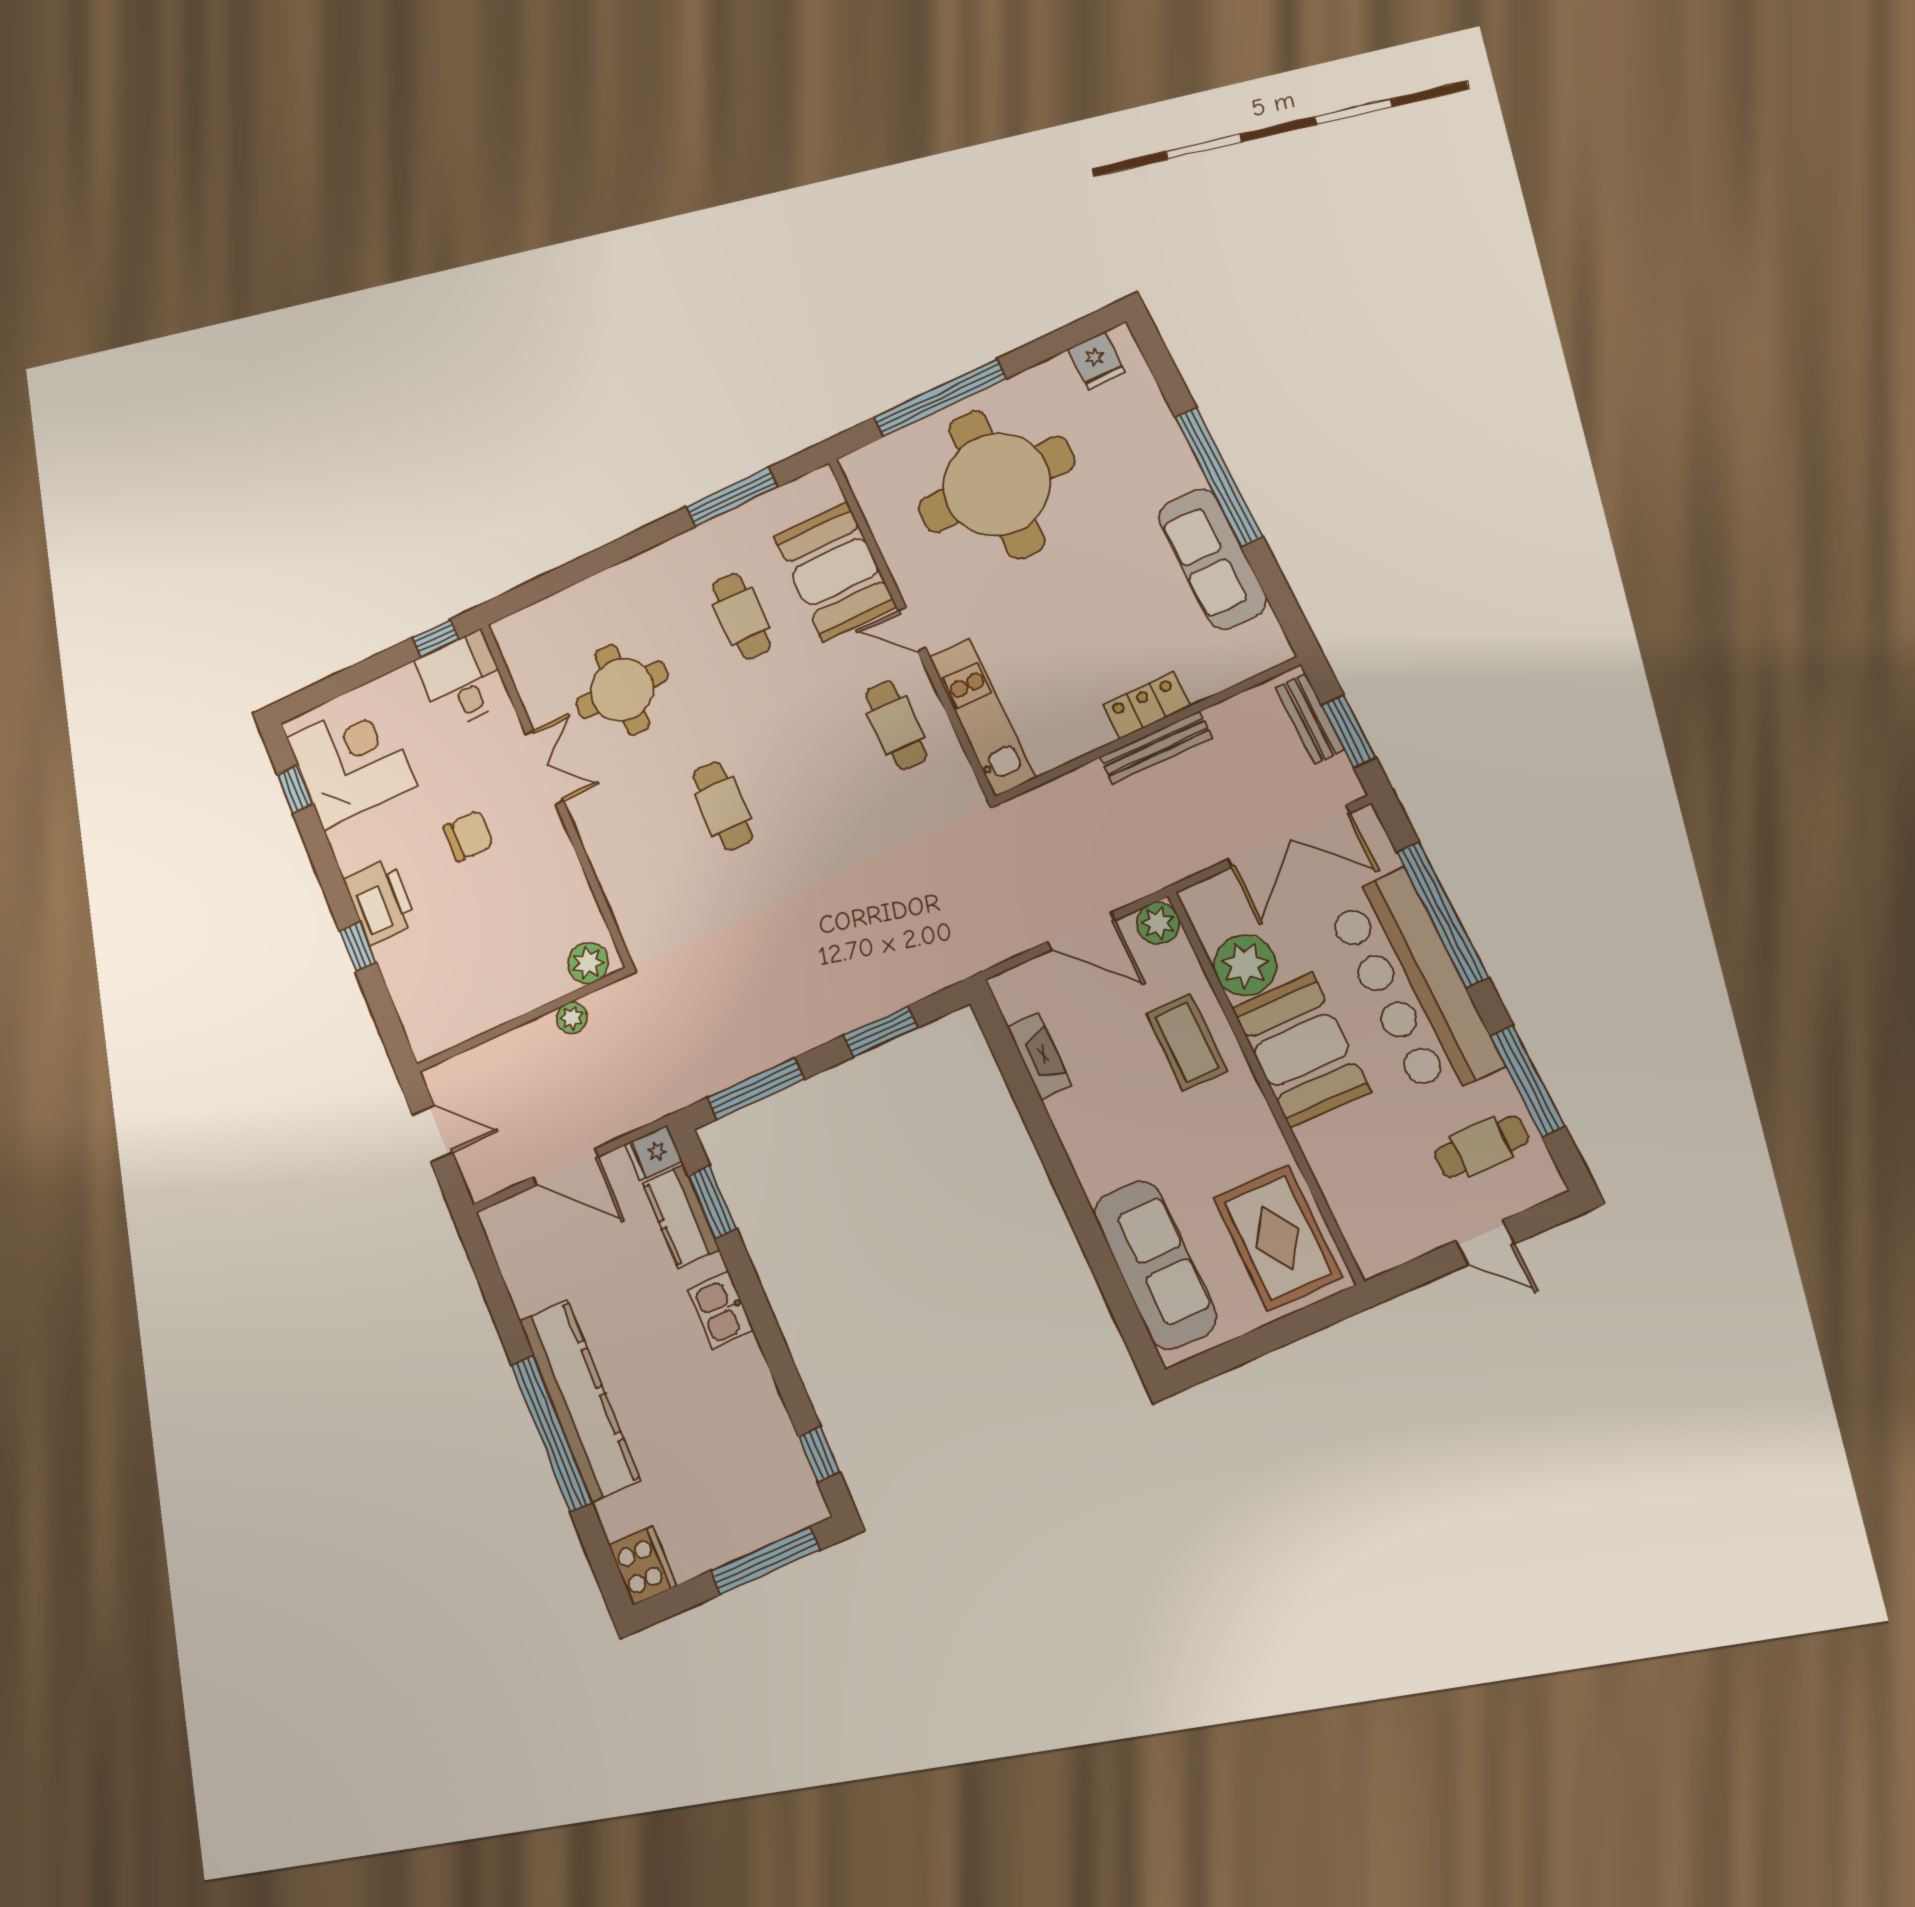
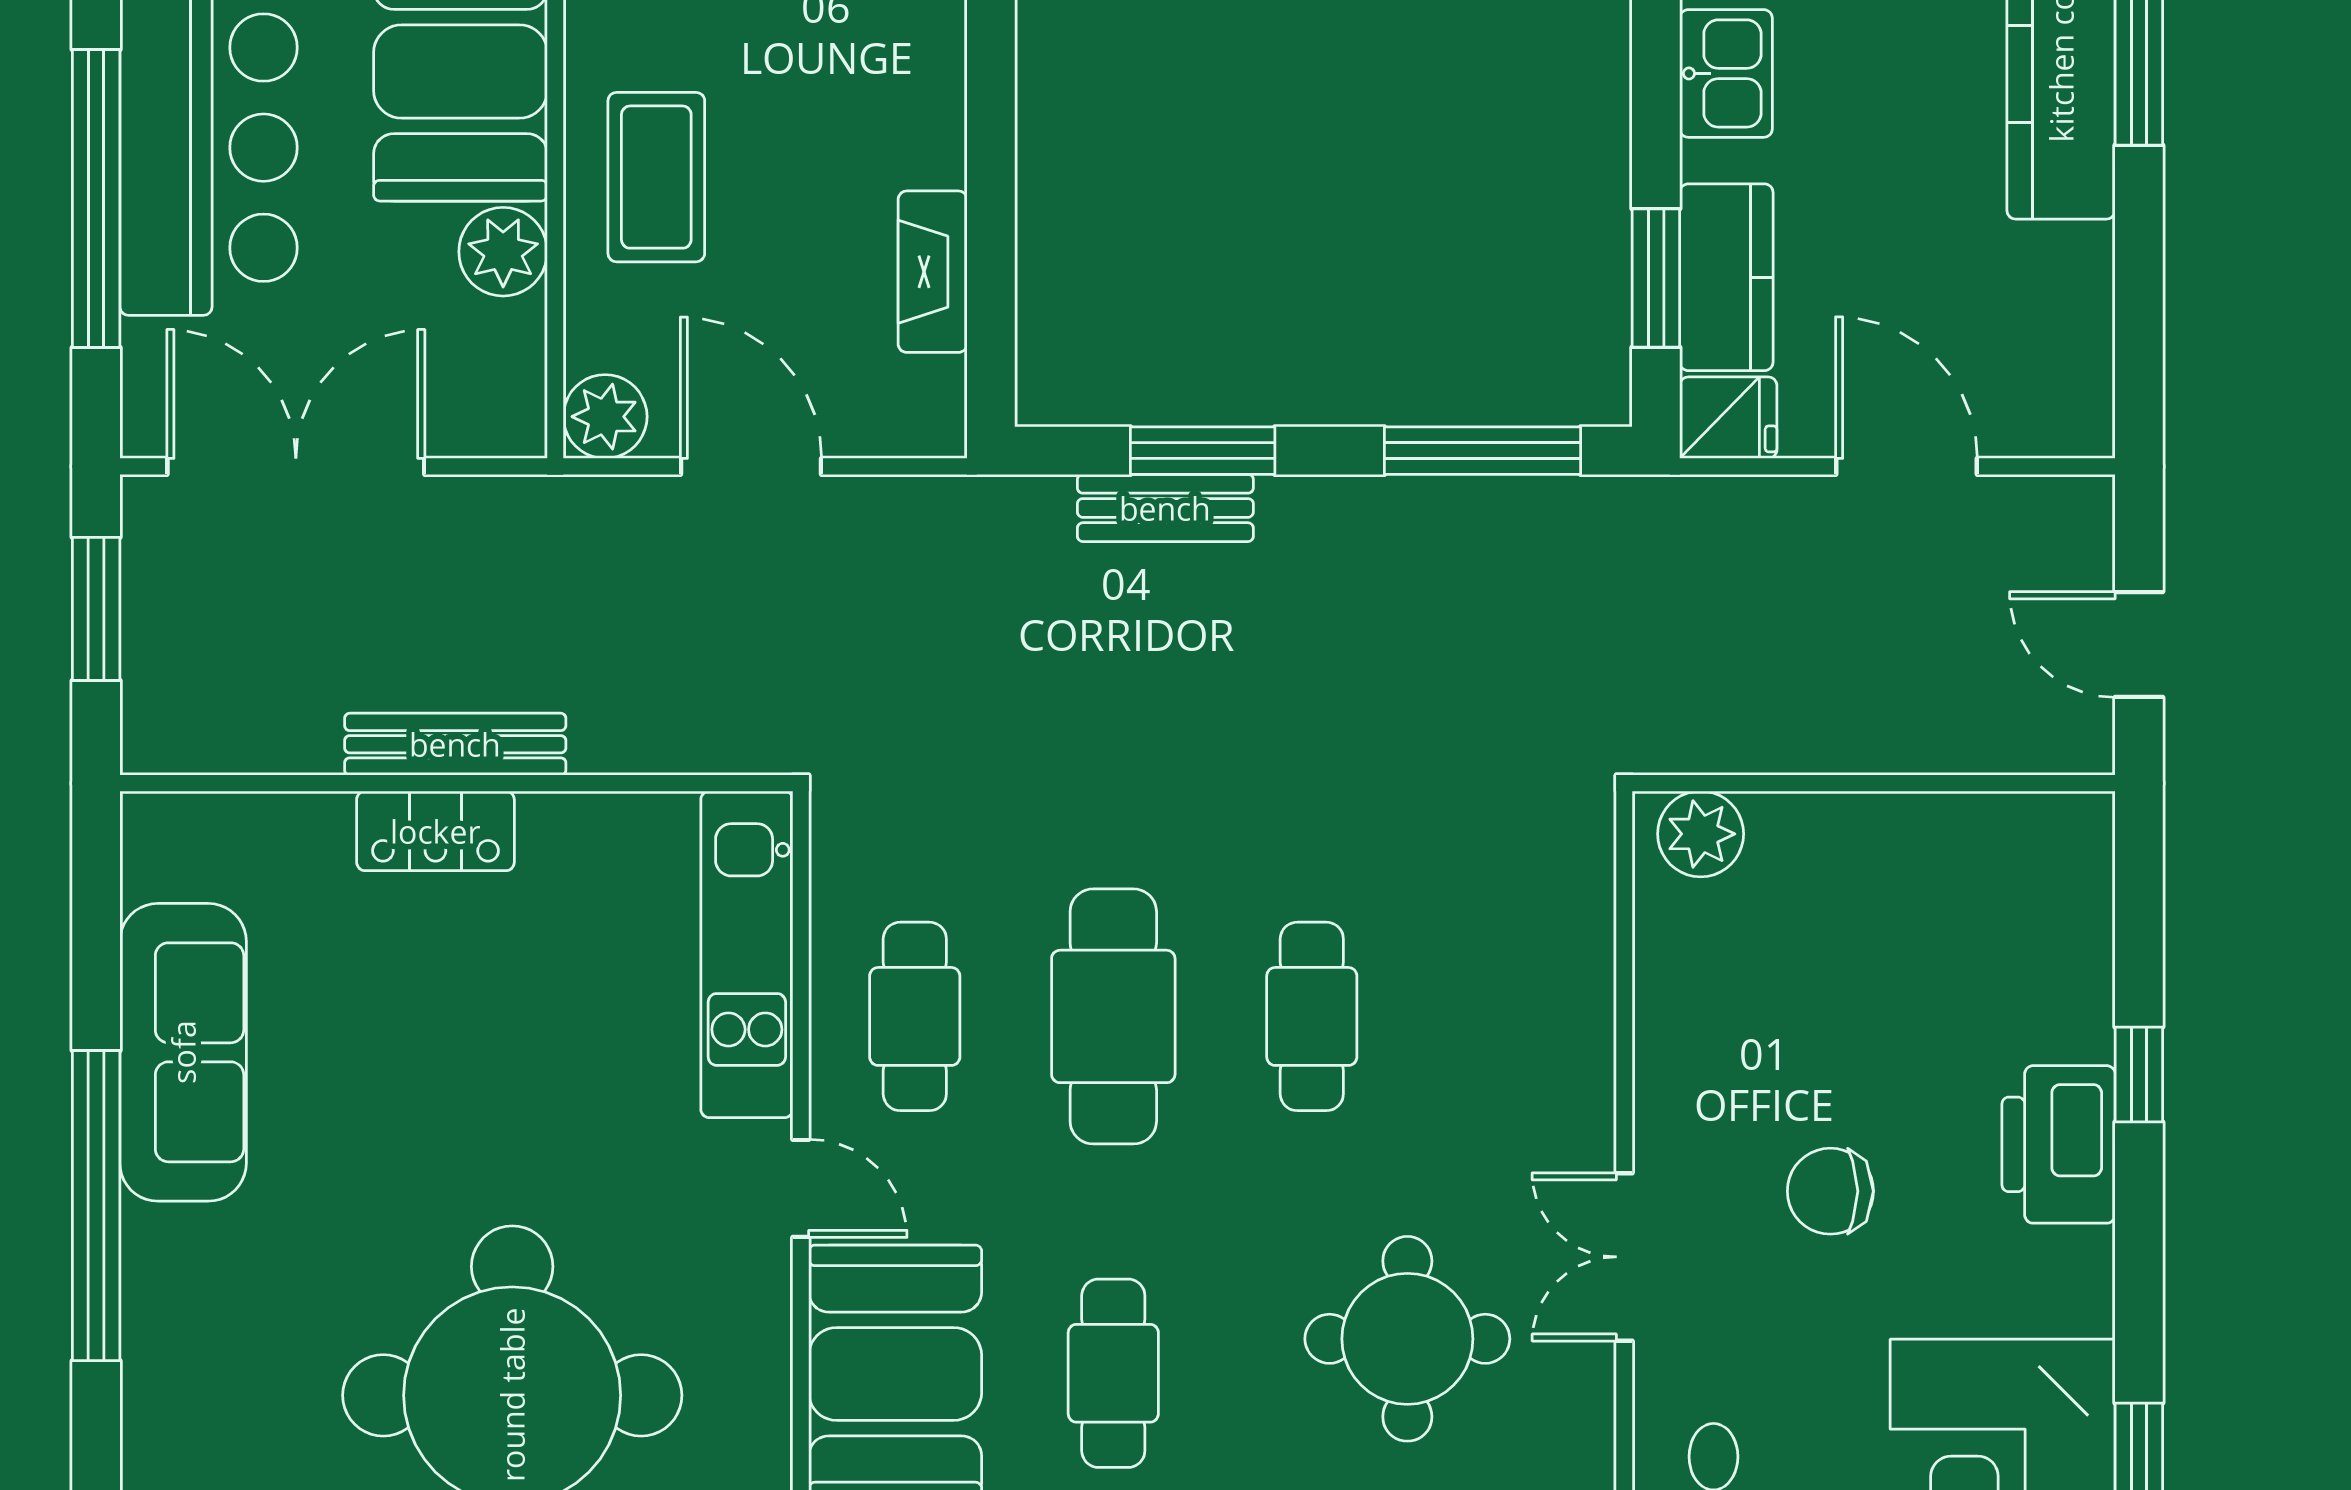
bench: (1310, 719) -> (1165, 508), moved, turned 90
cafe table: (809, 766) -> (1113, 1016), added
plant: (1245, 965) -> (503, 252), width x0.73, depth x0.73
plant: (572, 1018) -> (1776, 743), removed

